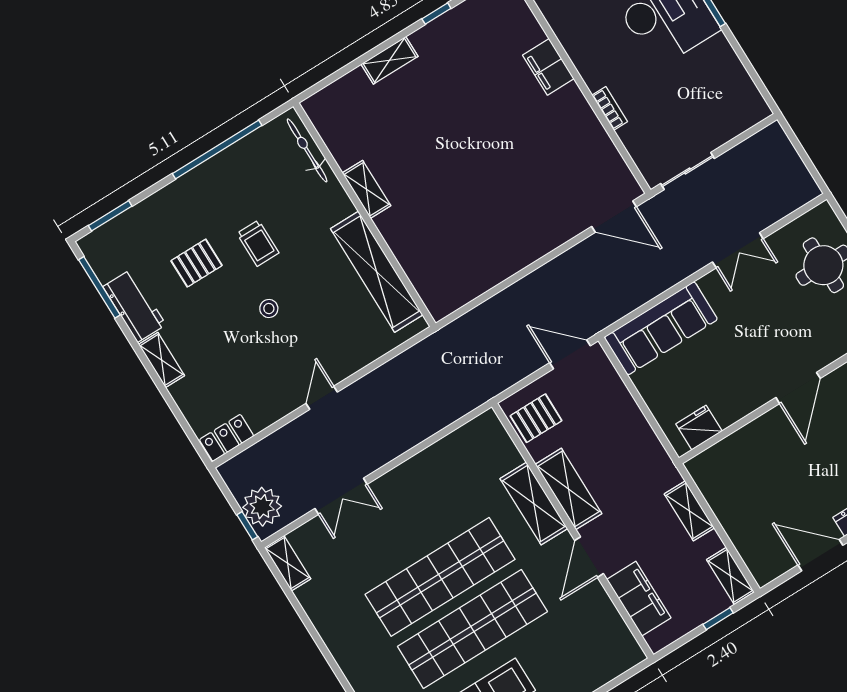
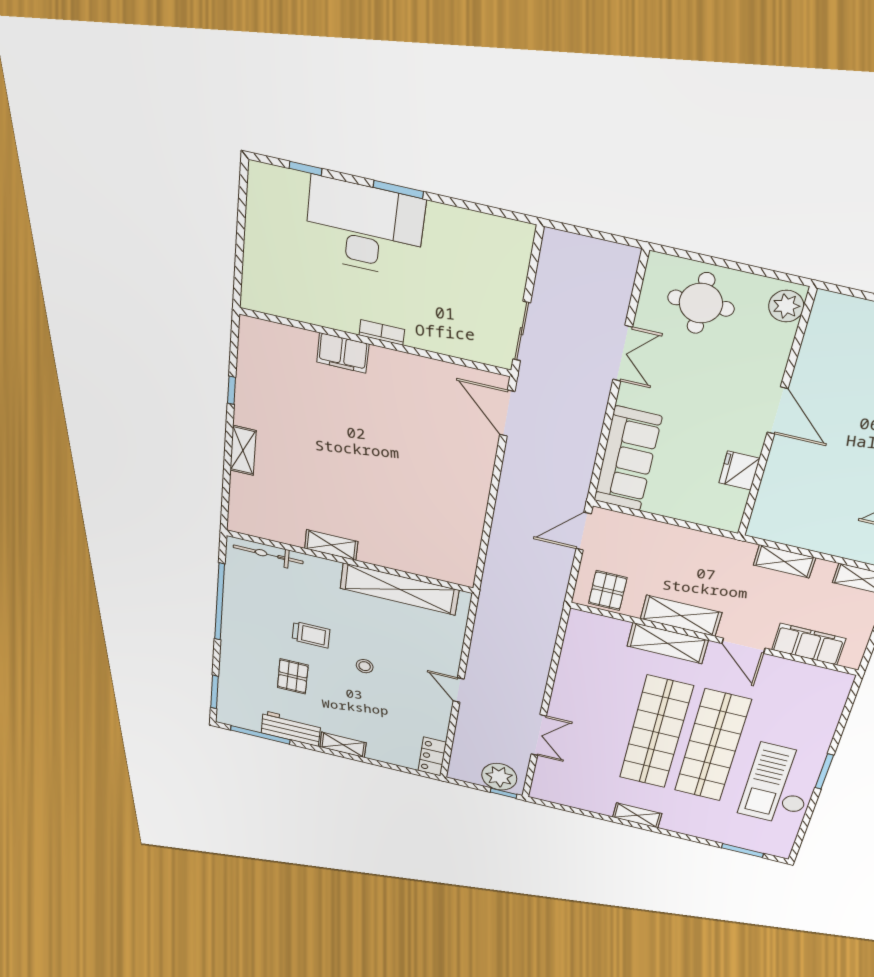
bookcase: (610, 108) -> (382, 332), moved
door: (614, 217) -> (507, 413), swing flipped
fridge: (699, 428) -> (739, 471), moved
shelving: (288, 563) -> (637, 815), moved

